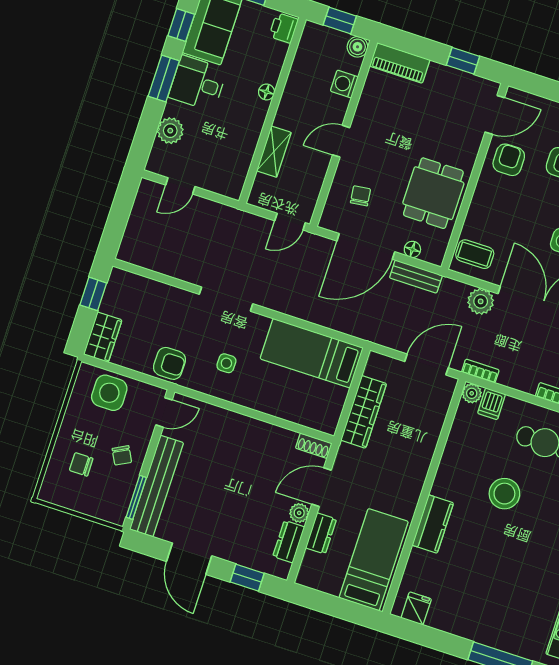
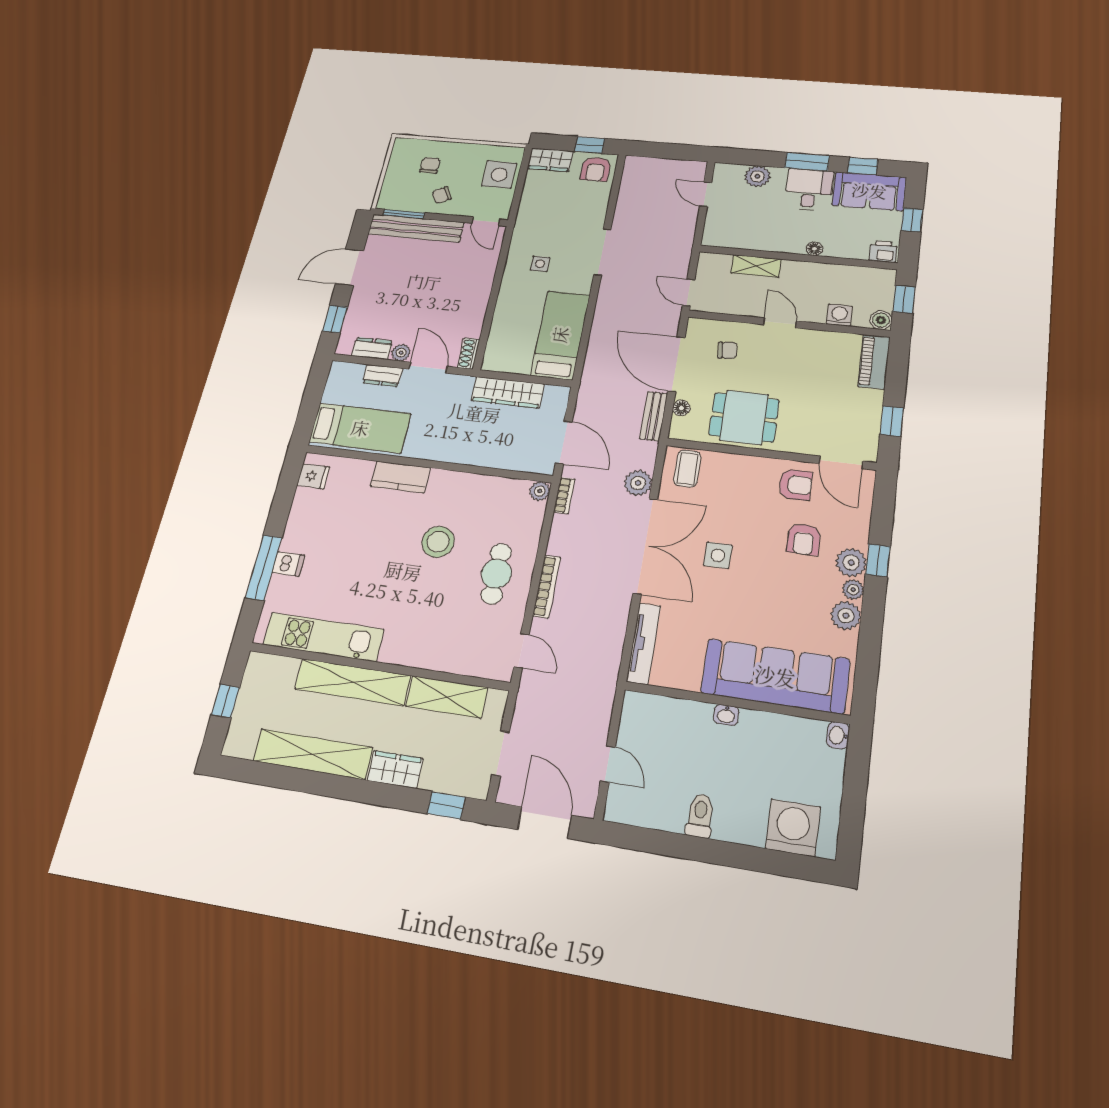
armchair: (169, 363) -> (596, 169), moved
dishwasher: (492, 404) -> (288, 564), moved, turned 180

